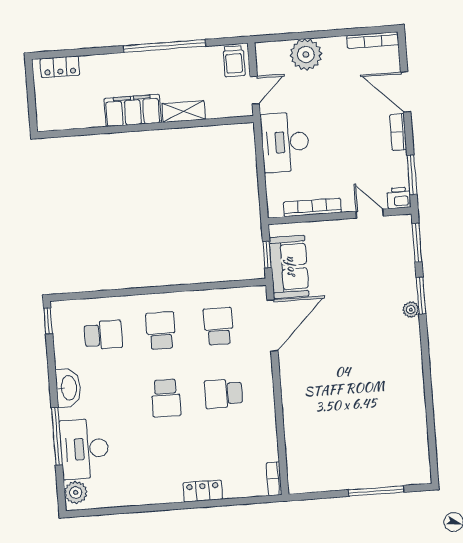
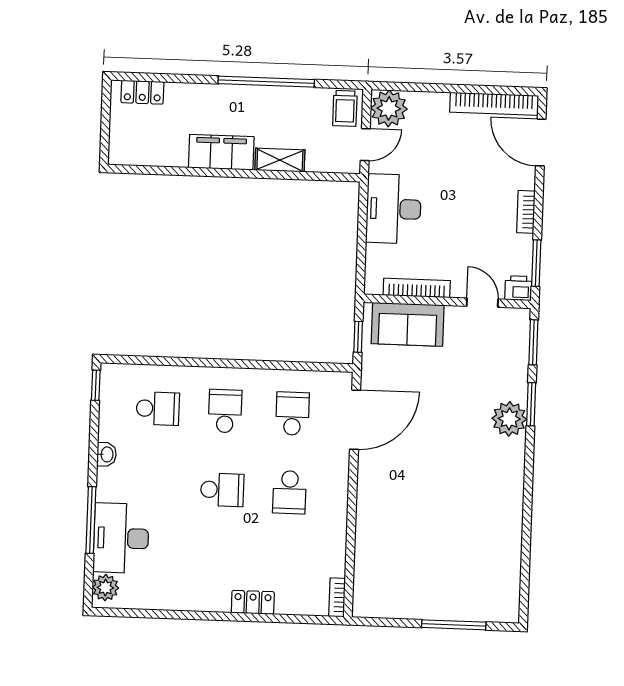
bookcase: (373, 40) -> (494, 104), width x1.48, depth x1.31
plant: (306, 54) -> (389, 108), moved
door: (406, 92) -> (541, 143), moved
sofa: (289, 267) -> (408, 324), moved, turned 90
plant: (411, 310) -> (509, 419), width x1.88, depth x1.88
washbasin: (68, 388) -> (106, 454), width x0.52, depth x0.69
school desk: (223, 394) -> (290, 492), turned -90
school desk: (166, 398) -> (222, 490), turned -90

